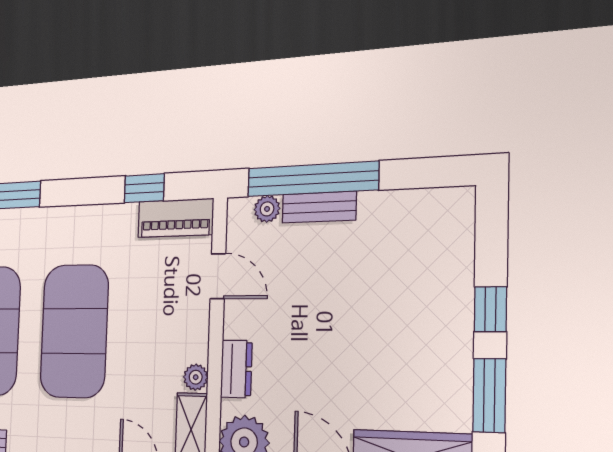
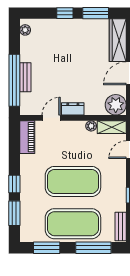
window: (144, 188) -> (14, 184), moved
plant: (267, 209) -> (25, 30), moved
dresser: (236, 369) -> (73, 109), moved

